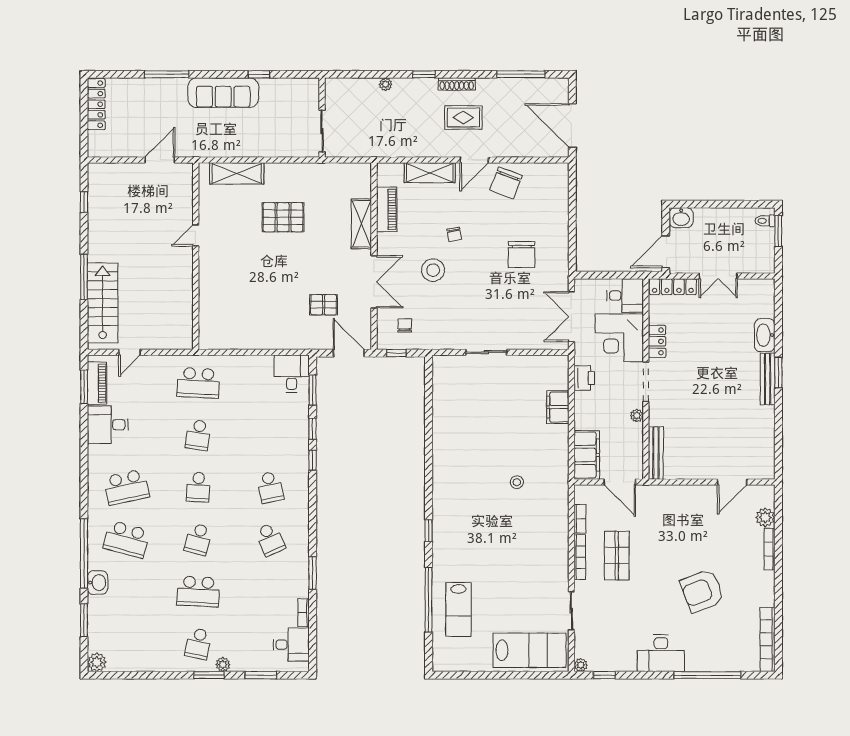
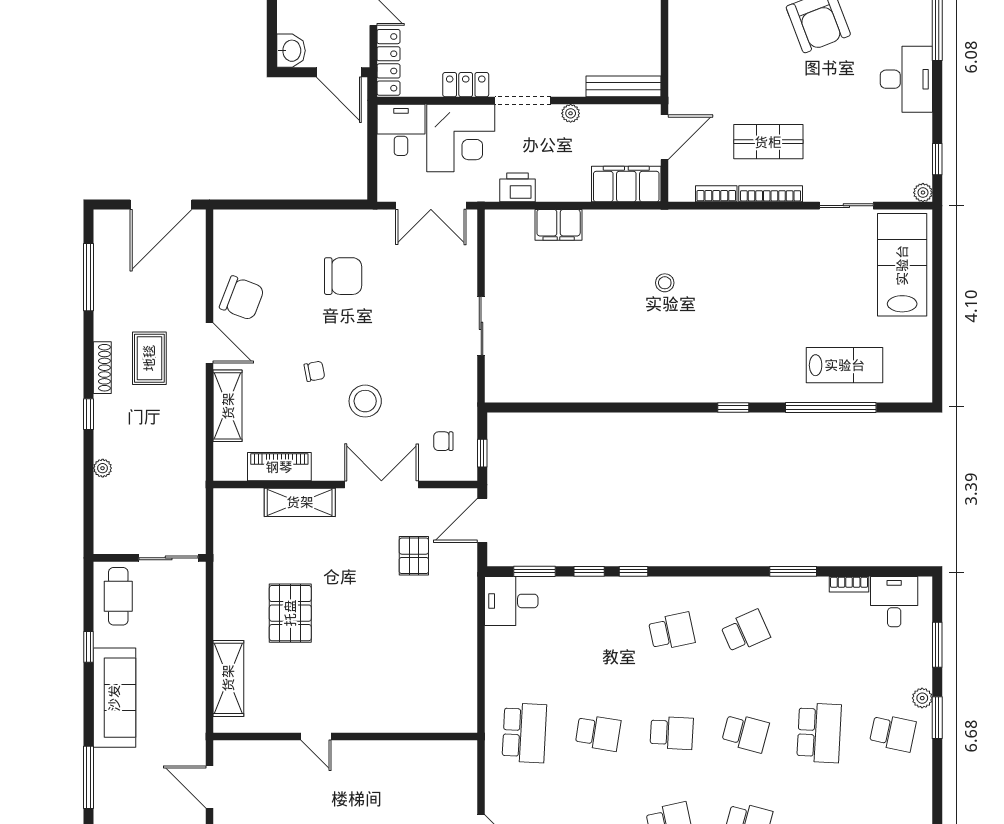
cafe table: (295, 95) -> (118, 596), added

